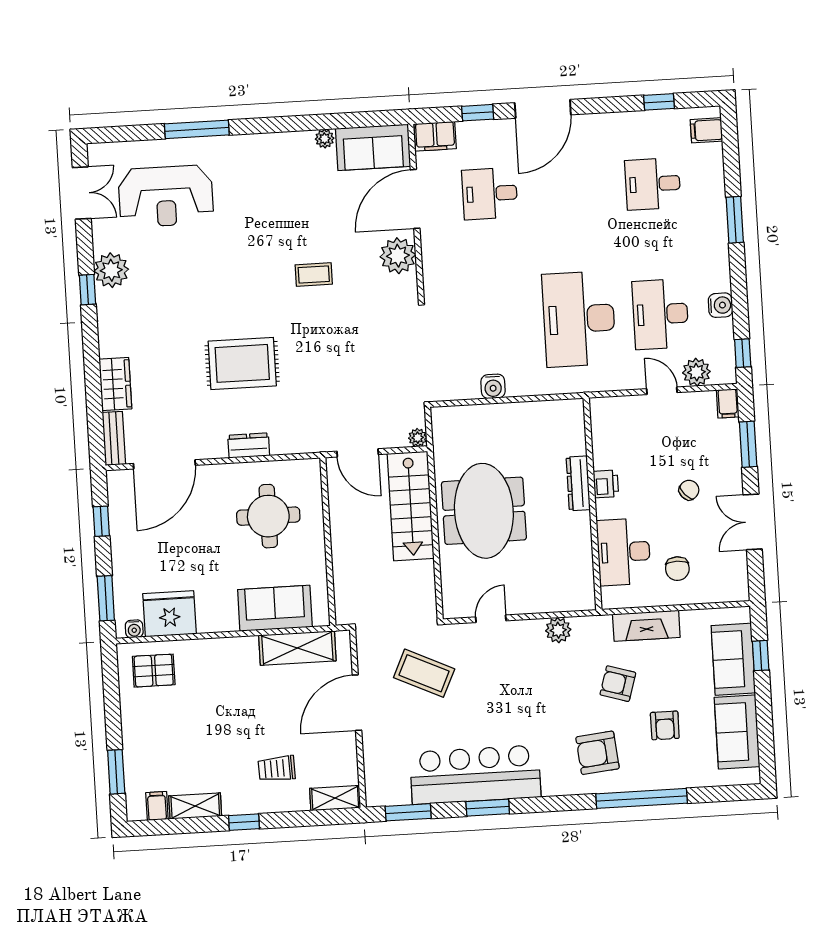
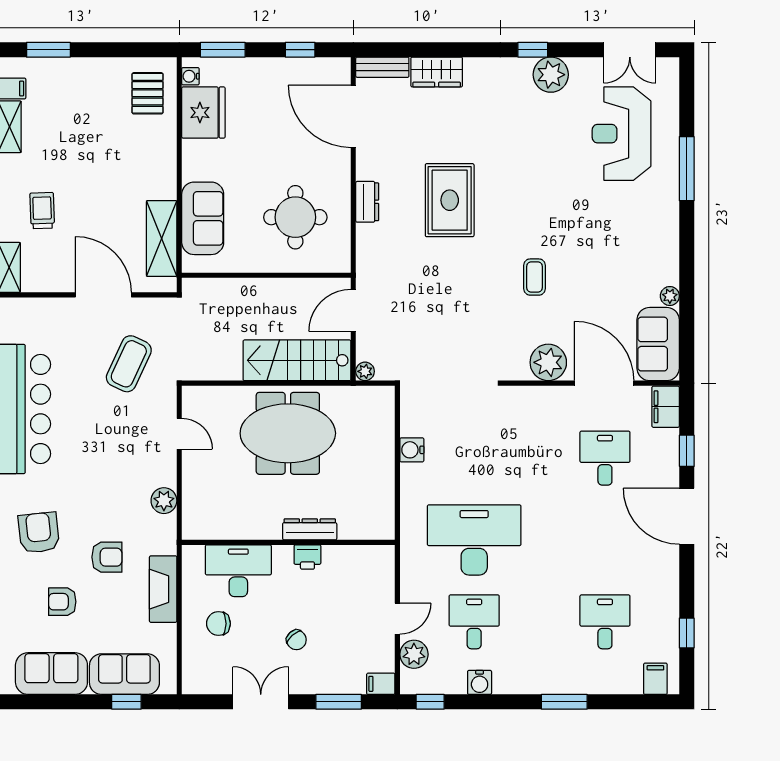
desk: (661, 314) -> (474, 622), width x0.73
armchair: (618, 684) -> (107, 557), turned 73

